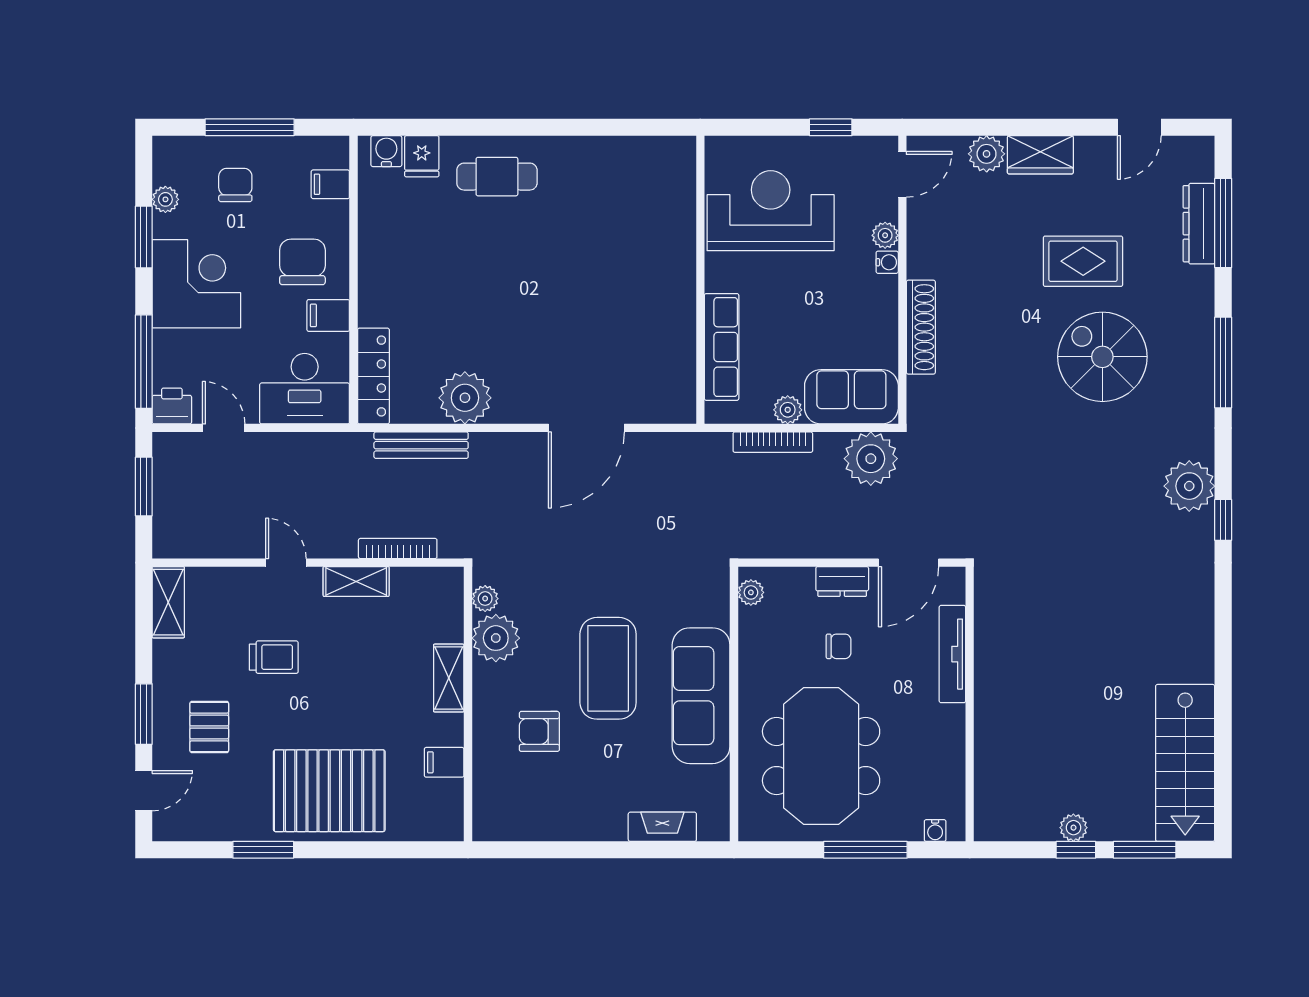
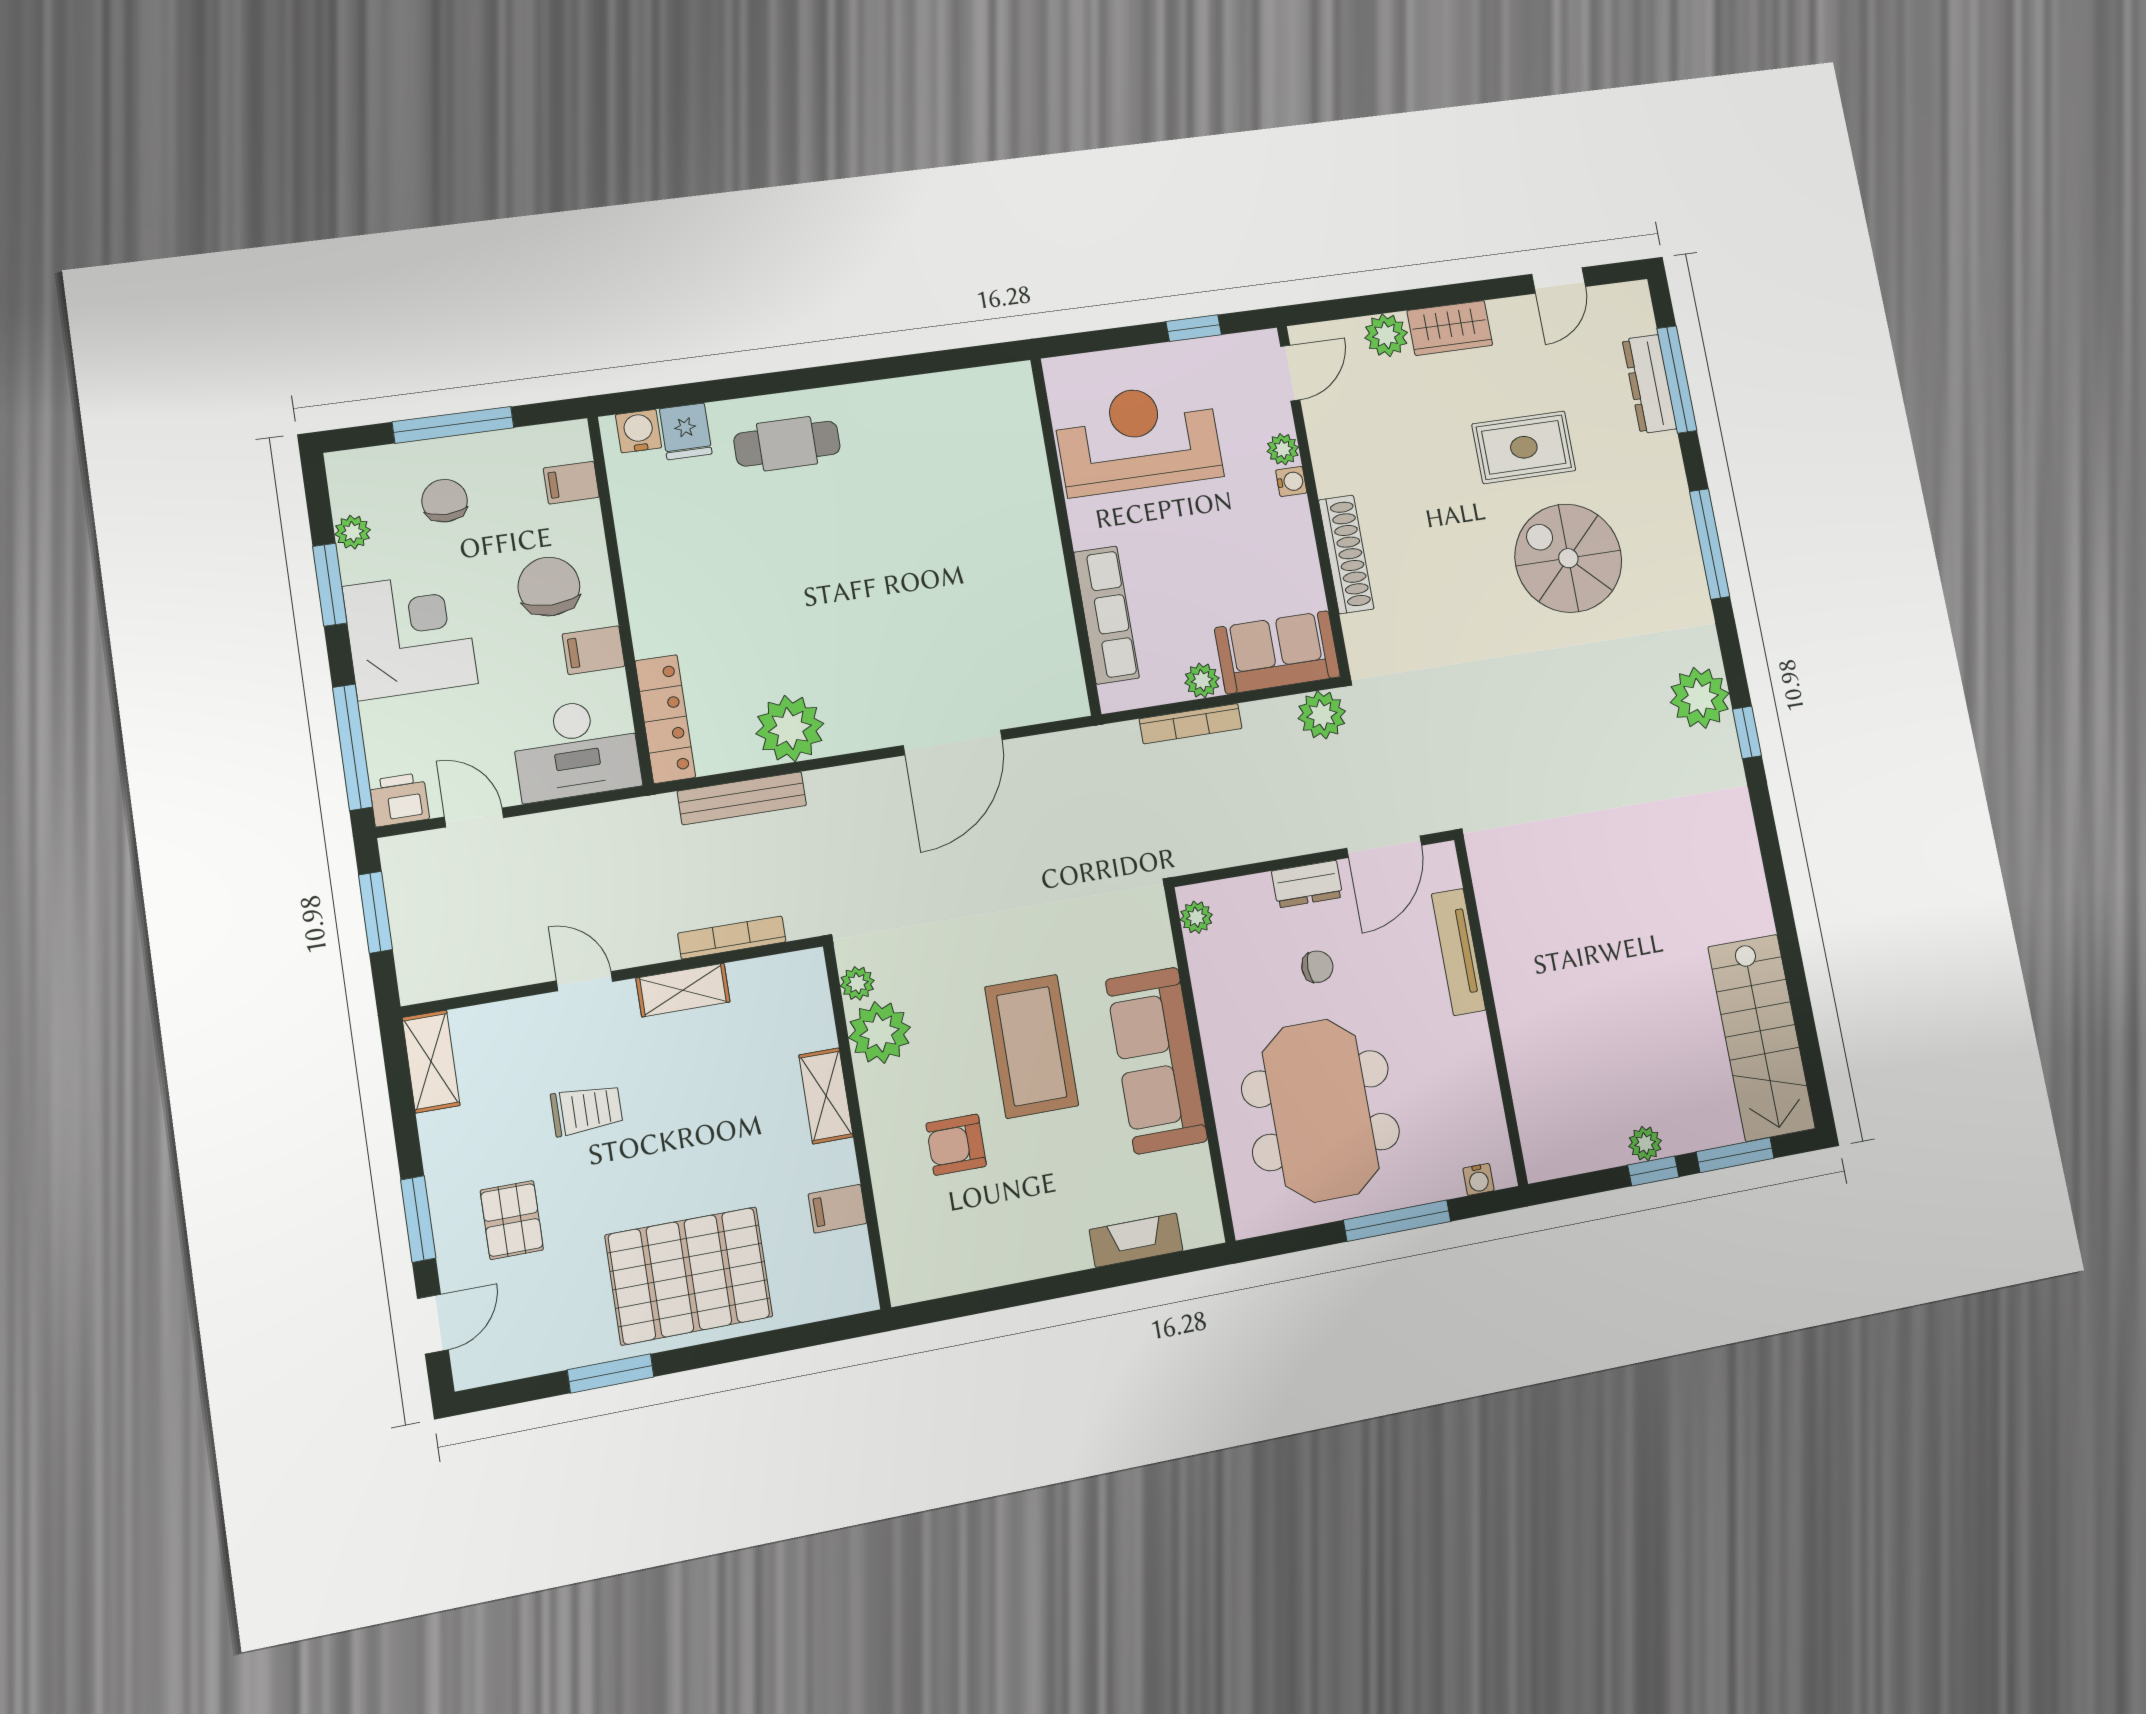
plant: (871, 459) -> (1322, 715), width x0.73, depth x0.73

